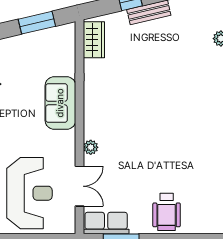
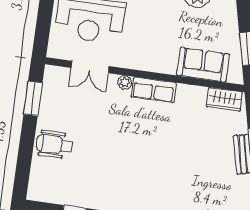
sofa: (60, 103) -> (203, 65), moved
row of seats: (106, 223) -> (154, 90), moved, turned 90

